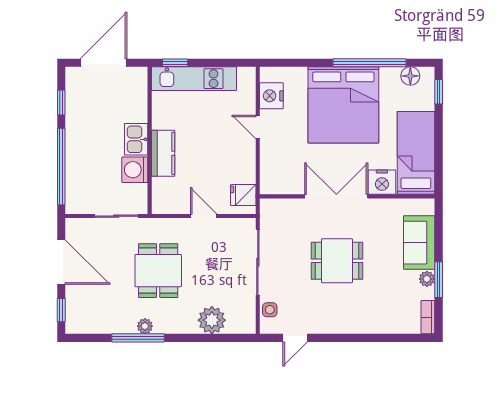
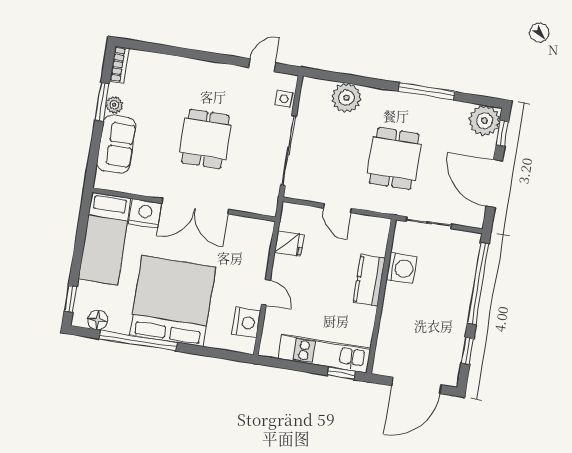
kitchen sink: (136, 139) -> (395, 300), removed
fridge: (243, 195) -> (289, 243), moved
dining table: (337, 261) -> (205, 139), turned 90
plant: (145, 326) -> (484, 121), moved, width x1.88, depth x1.88

